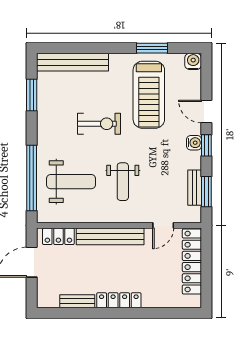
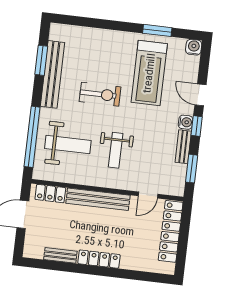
bench: (73, 62) -> (52, 74), moved, turned 90
bench: (195, 188) -> (183, 147), moved

